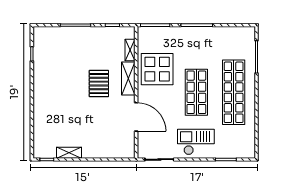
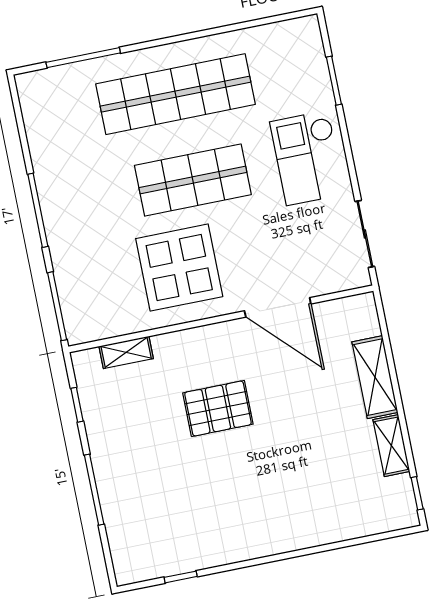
display table: (157, 69) -> (179, 268), moved
shelving: (128, 78) -> (375, 377), moved, turned 90
door: (136, 117) -> (278, 307), swing flipped

